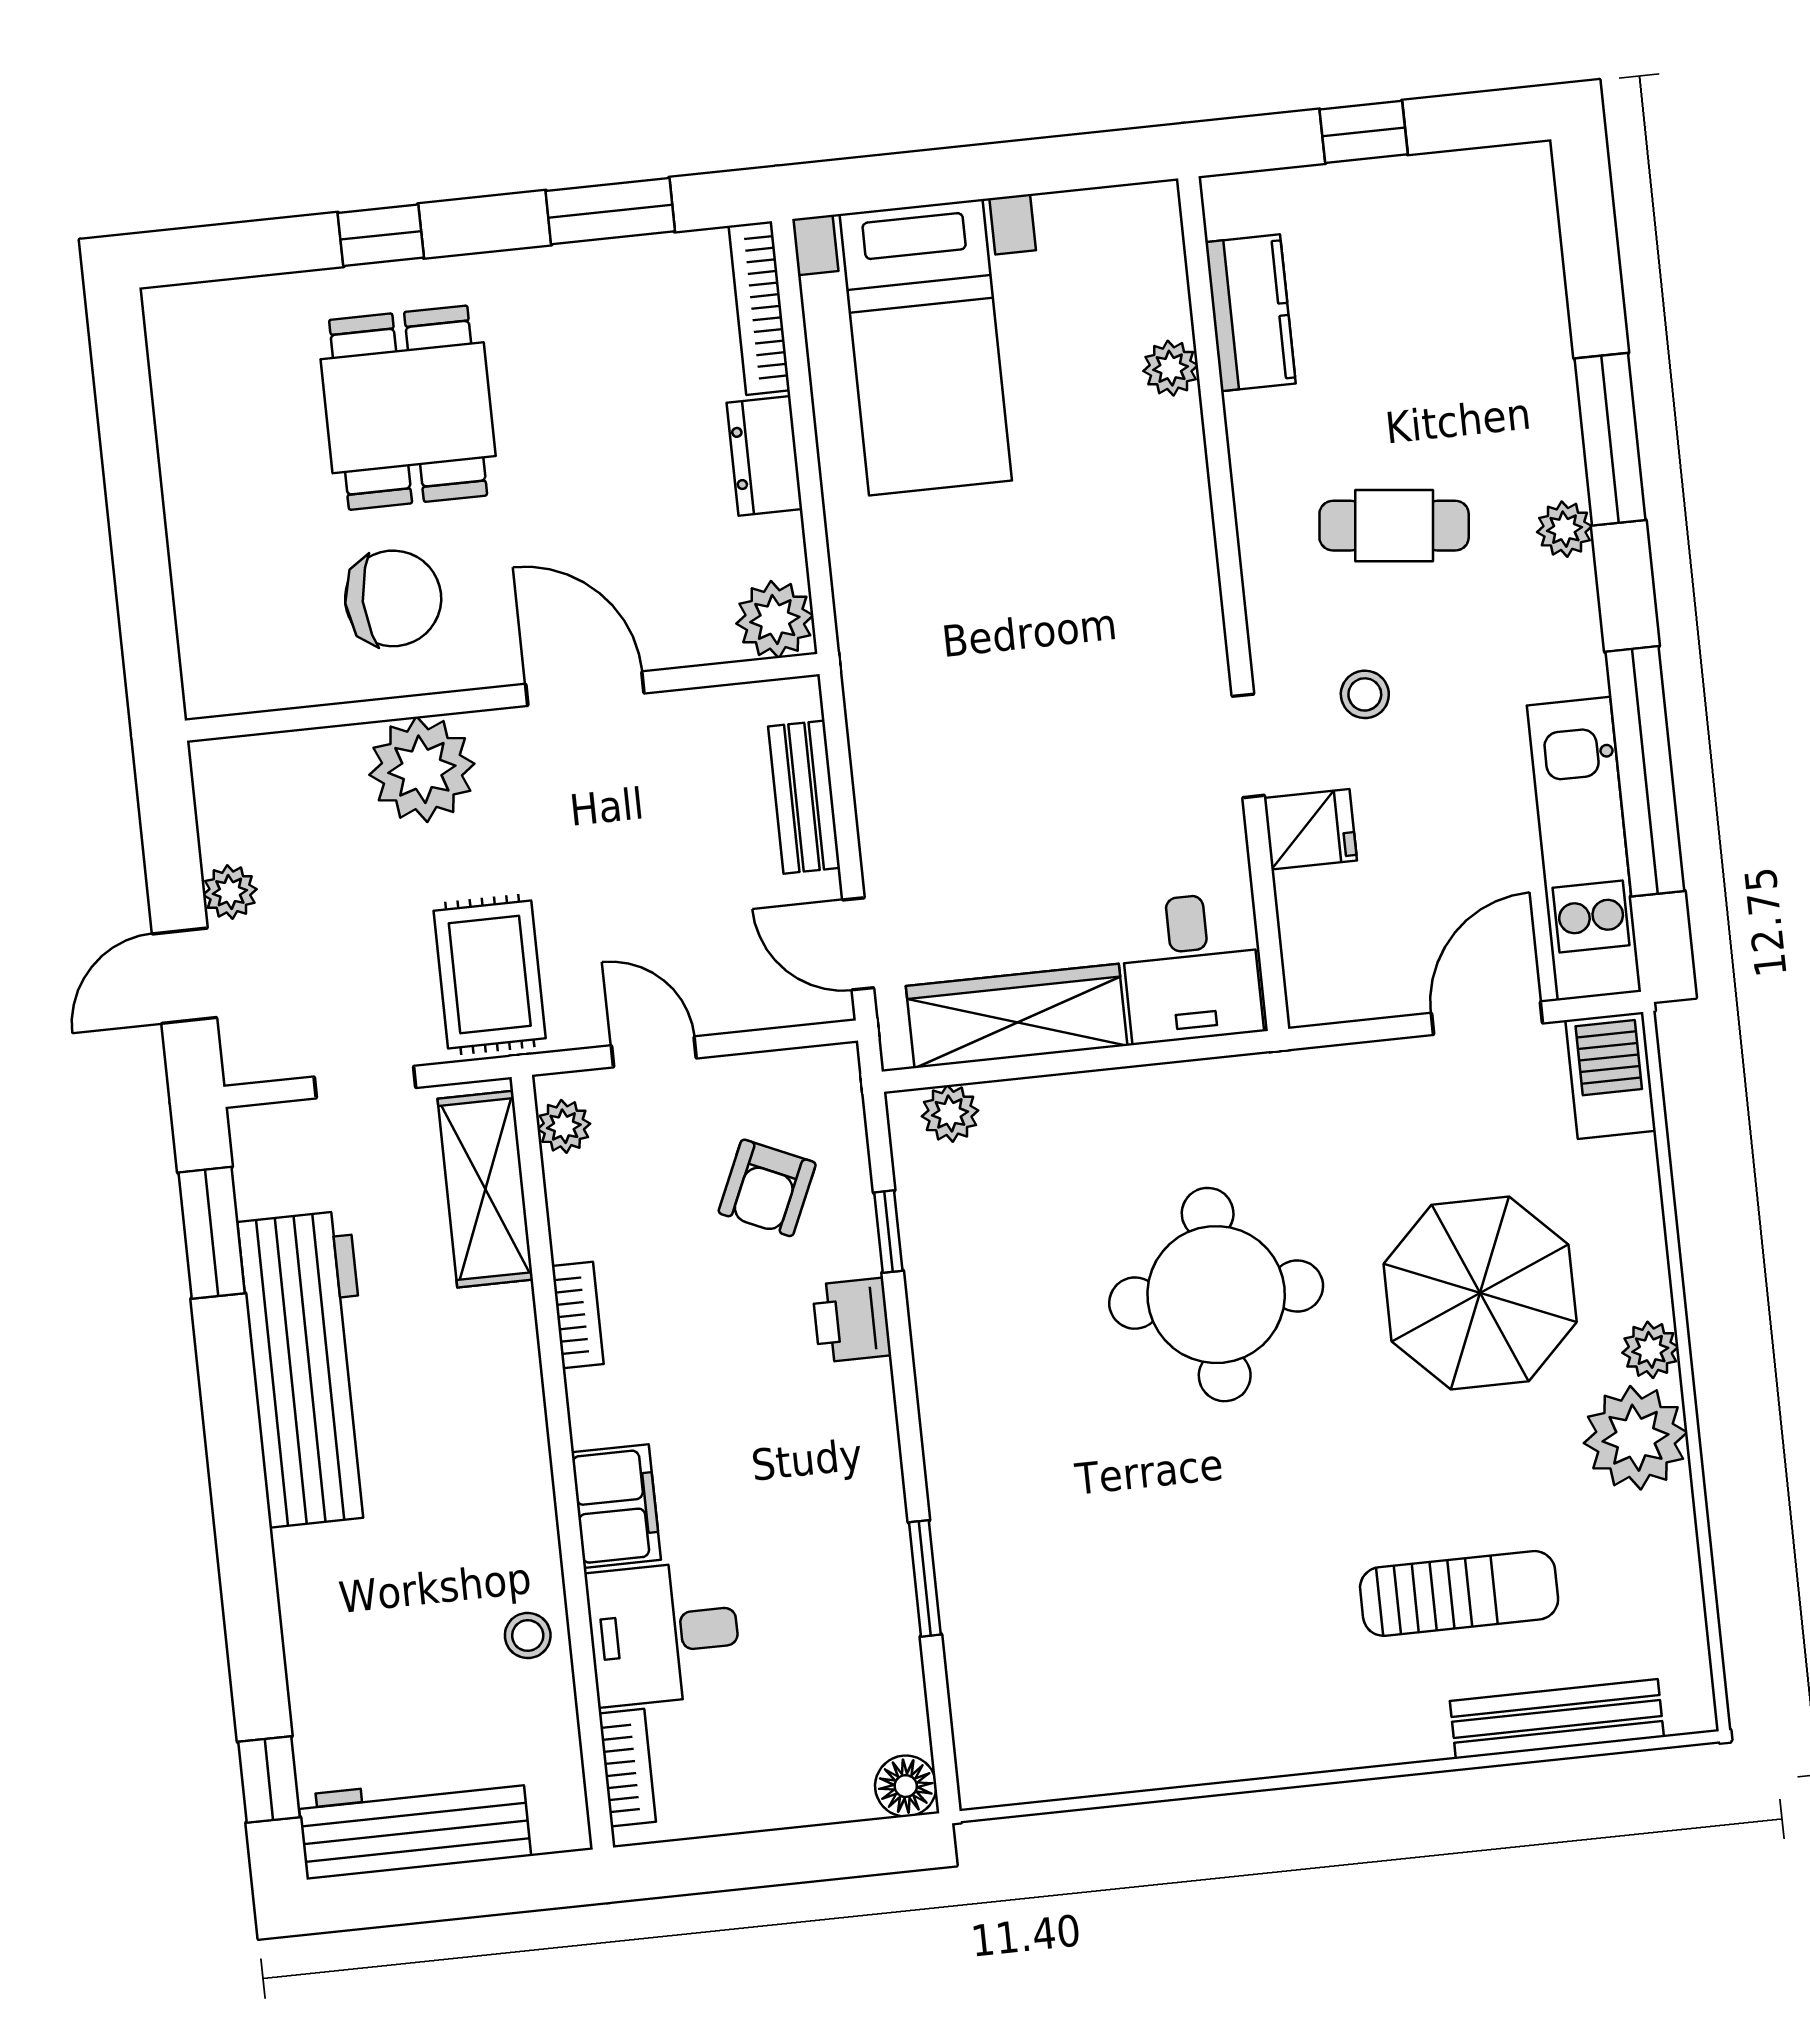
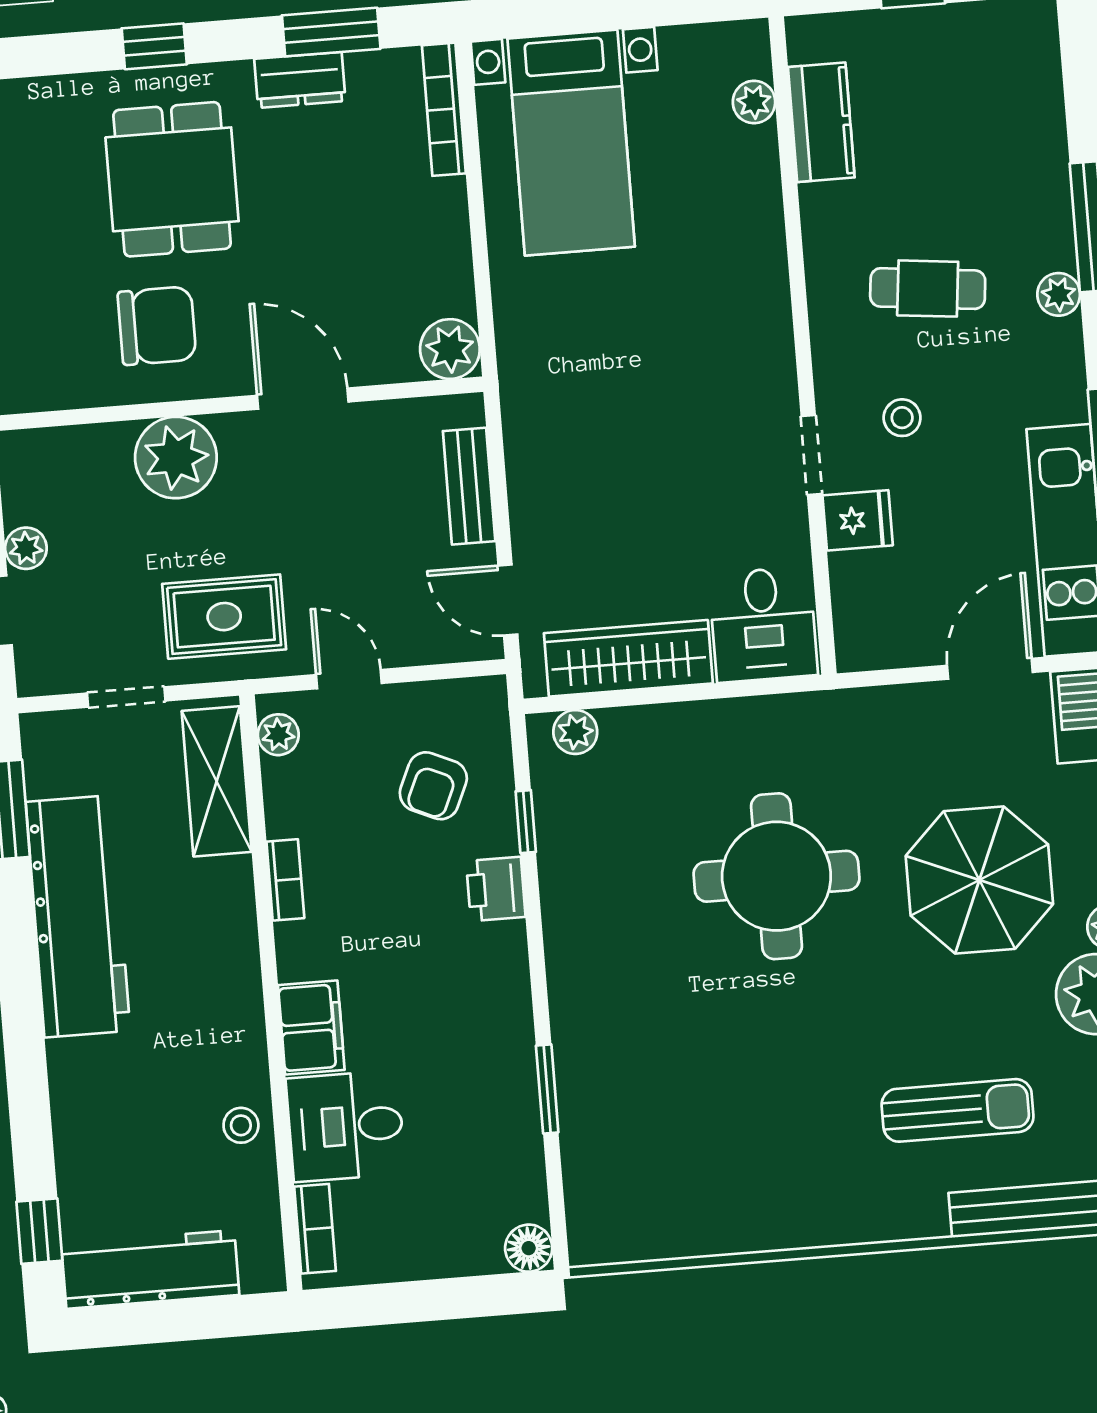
plant: (1171, 368) -> (754, 102), moved
dresser: (764, 456) -> (300, 80), moved, turned -90
rug: (490, 975) -> (224, 617), turned 90

